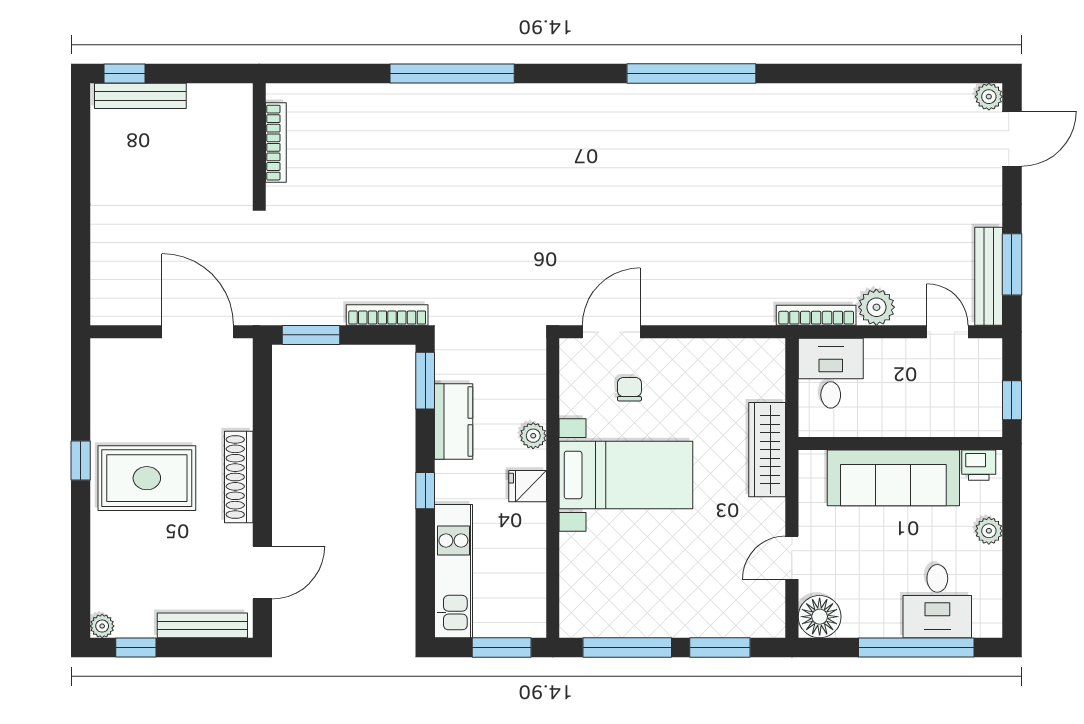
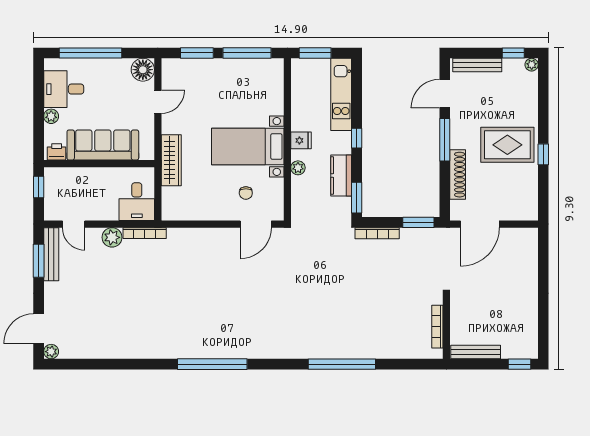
bench: (140, 96) -> (476, 352), moved
door: (198, 332) -> (480, 224), hinge flipped
shoe rack: (239, 477) -> (458, 175), moved
window: (262, 487) -> (445, 140), added
desk: (937, 601) -> (64, 89), moved, turned -90

